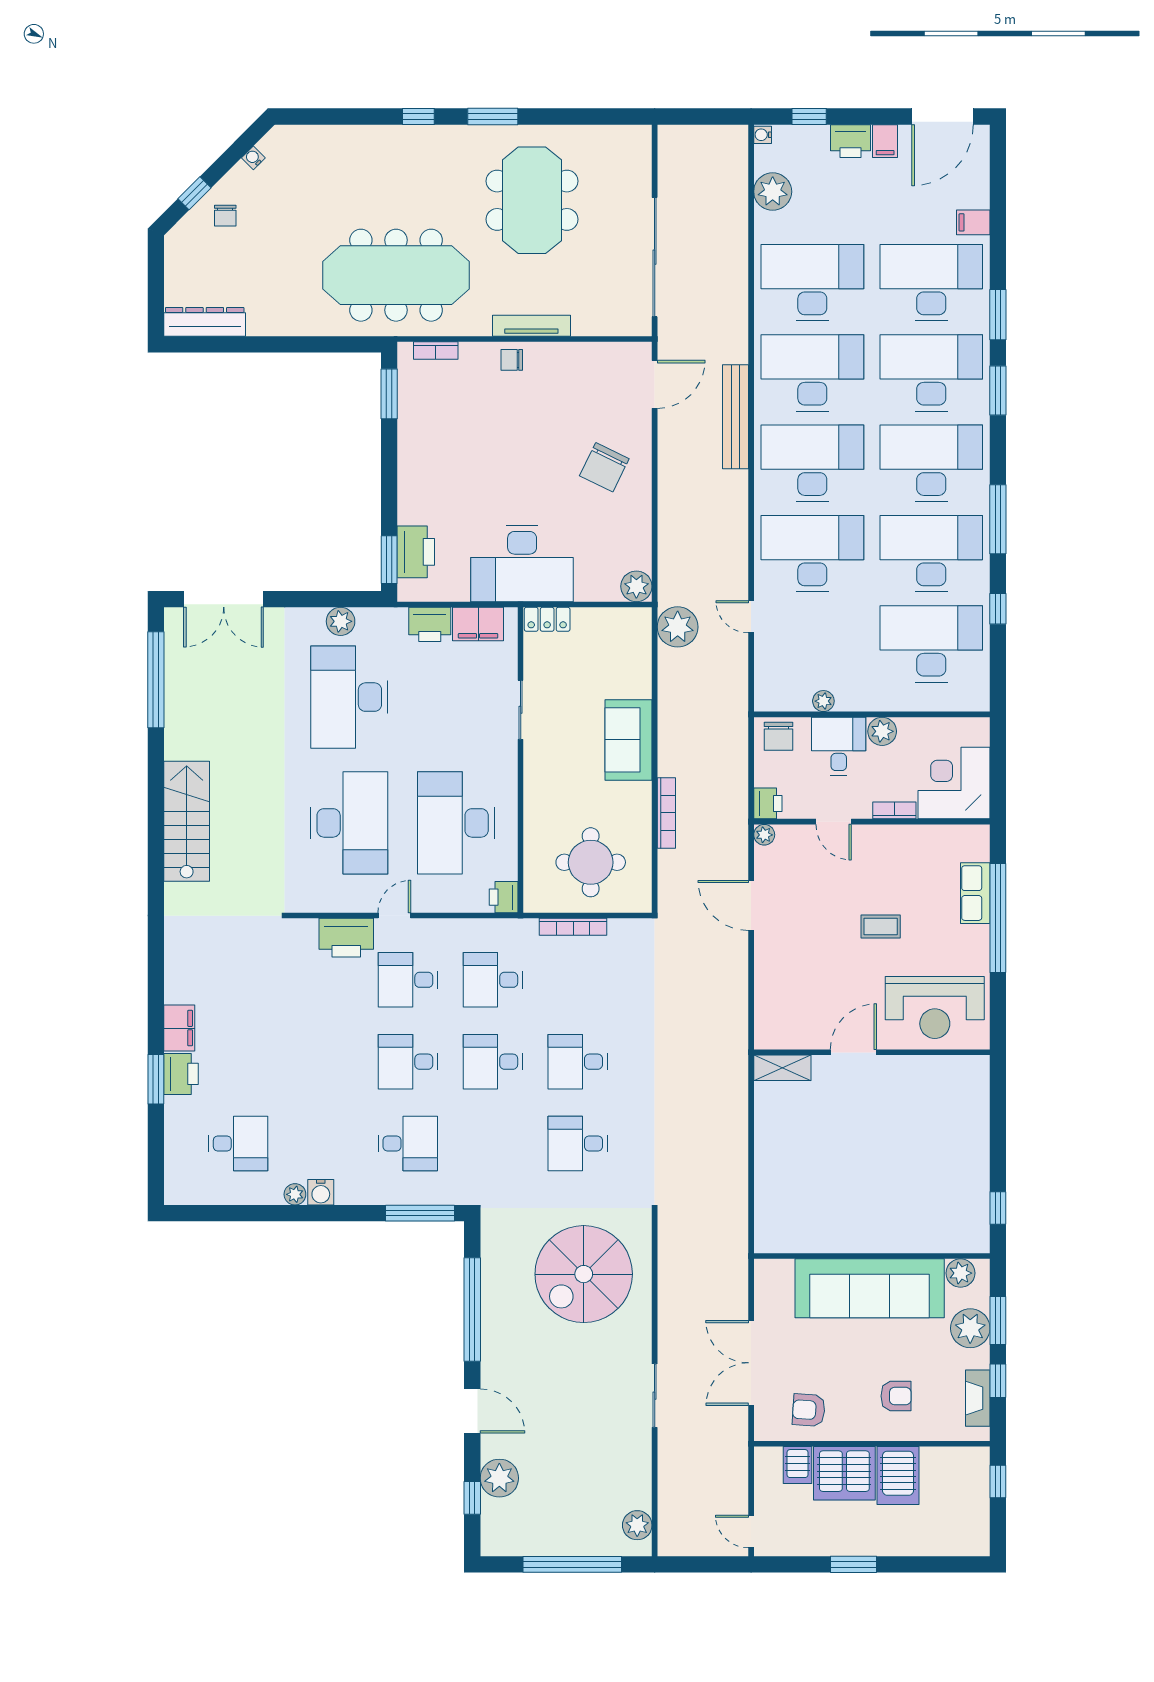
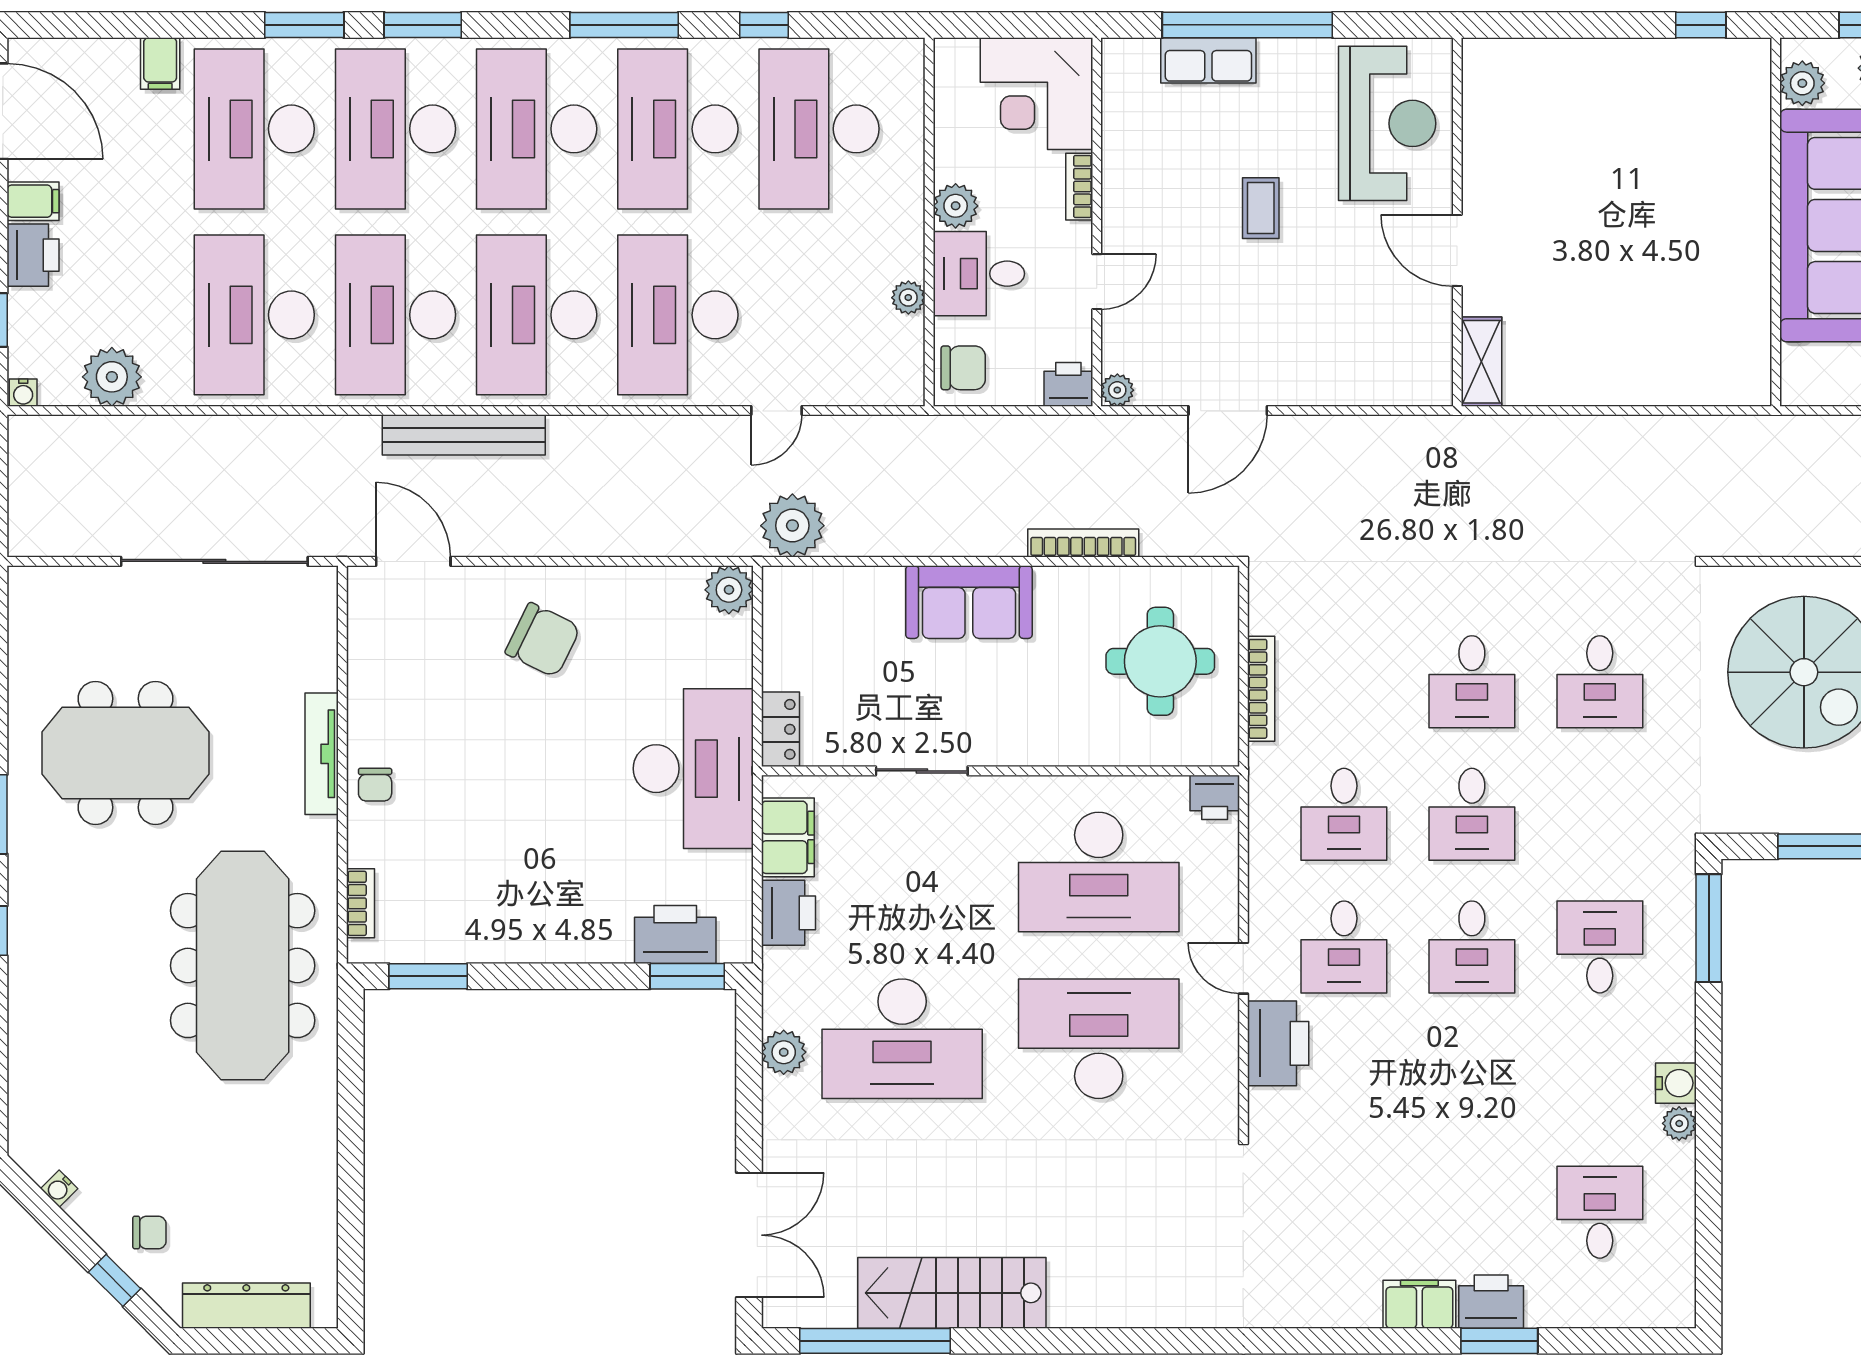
dresser: (205, 322) -> (246, 1306), moved, turned 90
stairs: (187, 821) -> (952, 1293), moved

